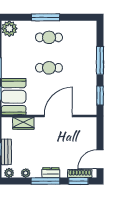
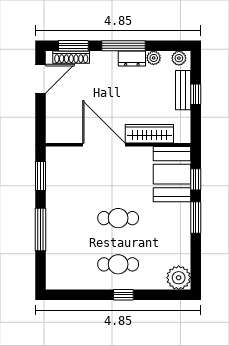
window: (46, 17) -> (123, 295), width x0.46
door: (58, 116) -> (104, 145), swing flipped
wardrobe: (23, 123) -> (149, 134), width x1.50
dresser: (51, 173) -> (132, 59), moved

